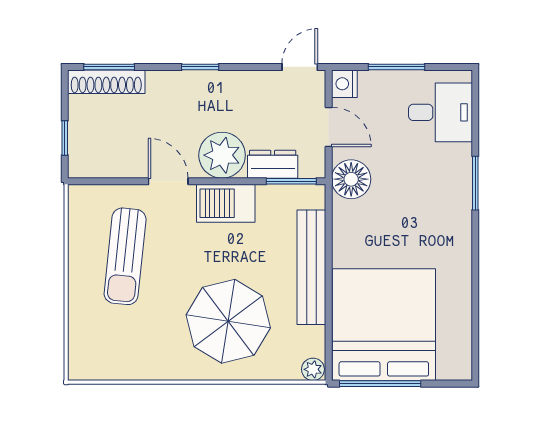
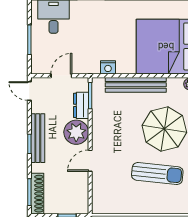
bench: (211, 83) -> (38, 138), added
nightstand: (344, 84) -> (108, 67), moved
floor lamp: (351, 179) -> (89, 64), removed
barbecue: (226, 203) -> (102, 130), removed
sun lounger: (125, 256) -> (157, 173), moved

